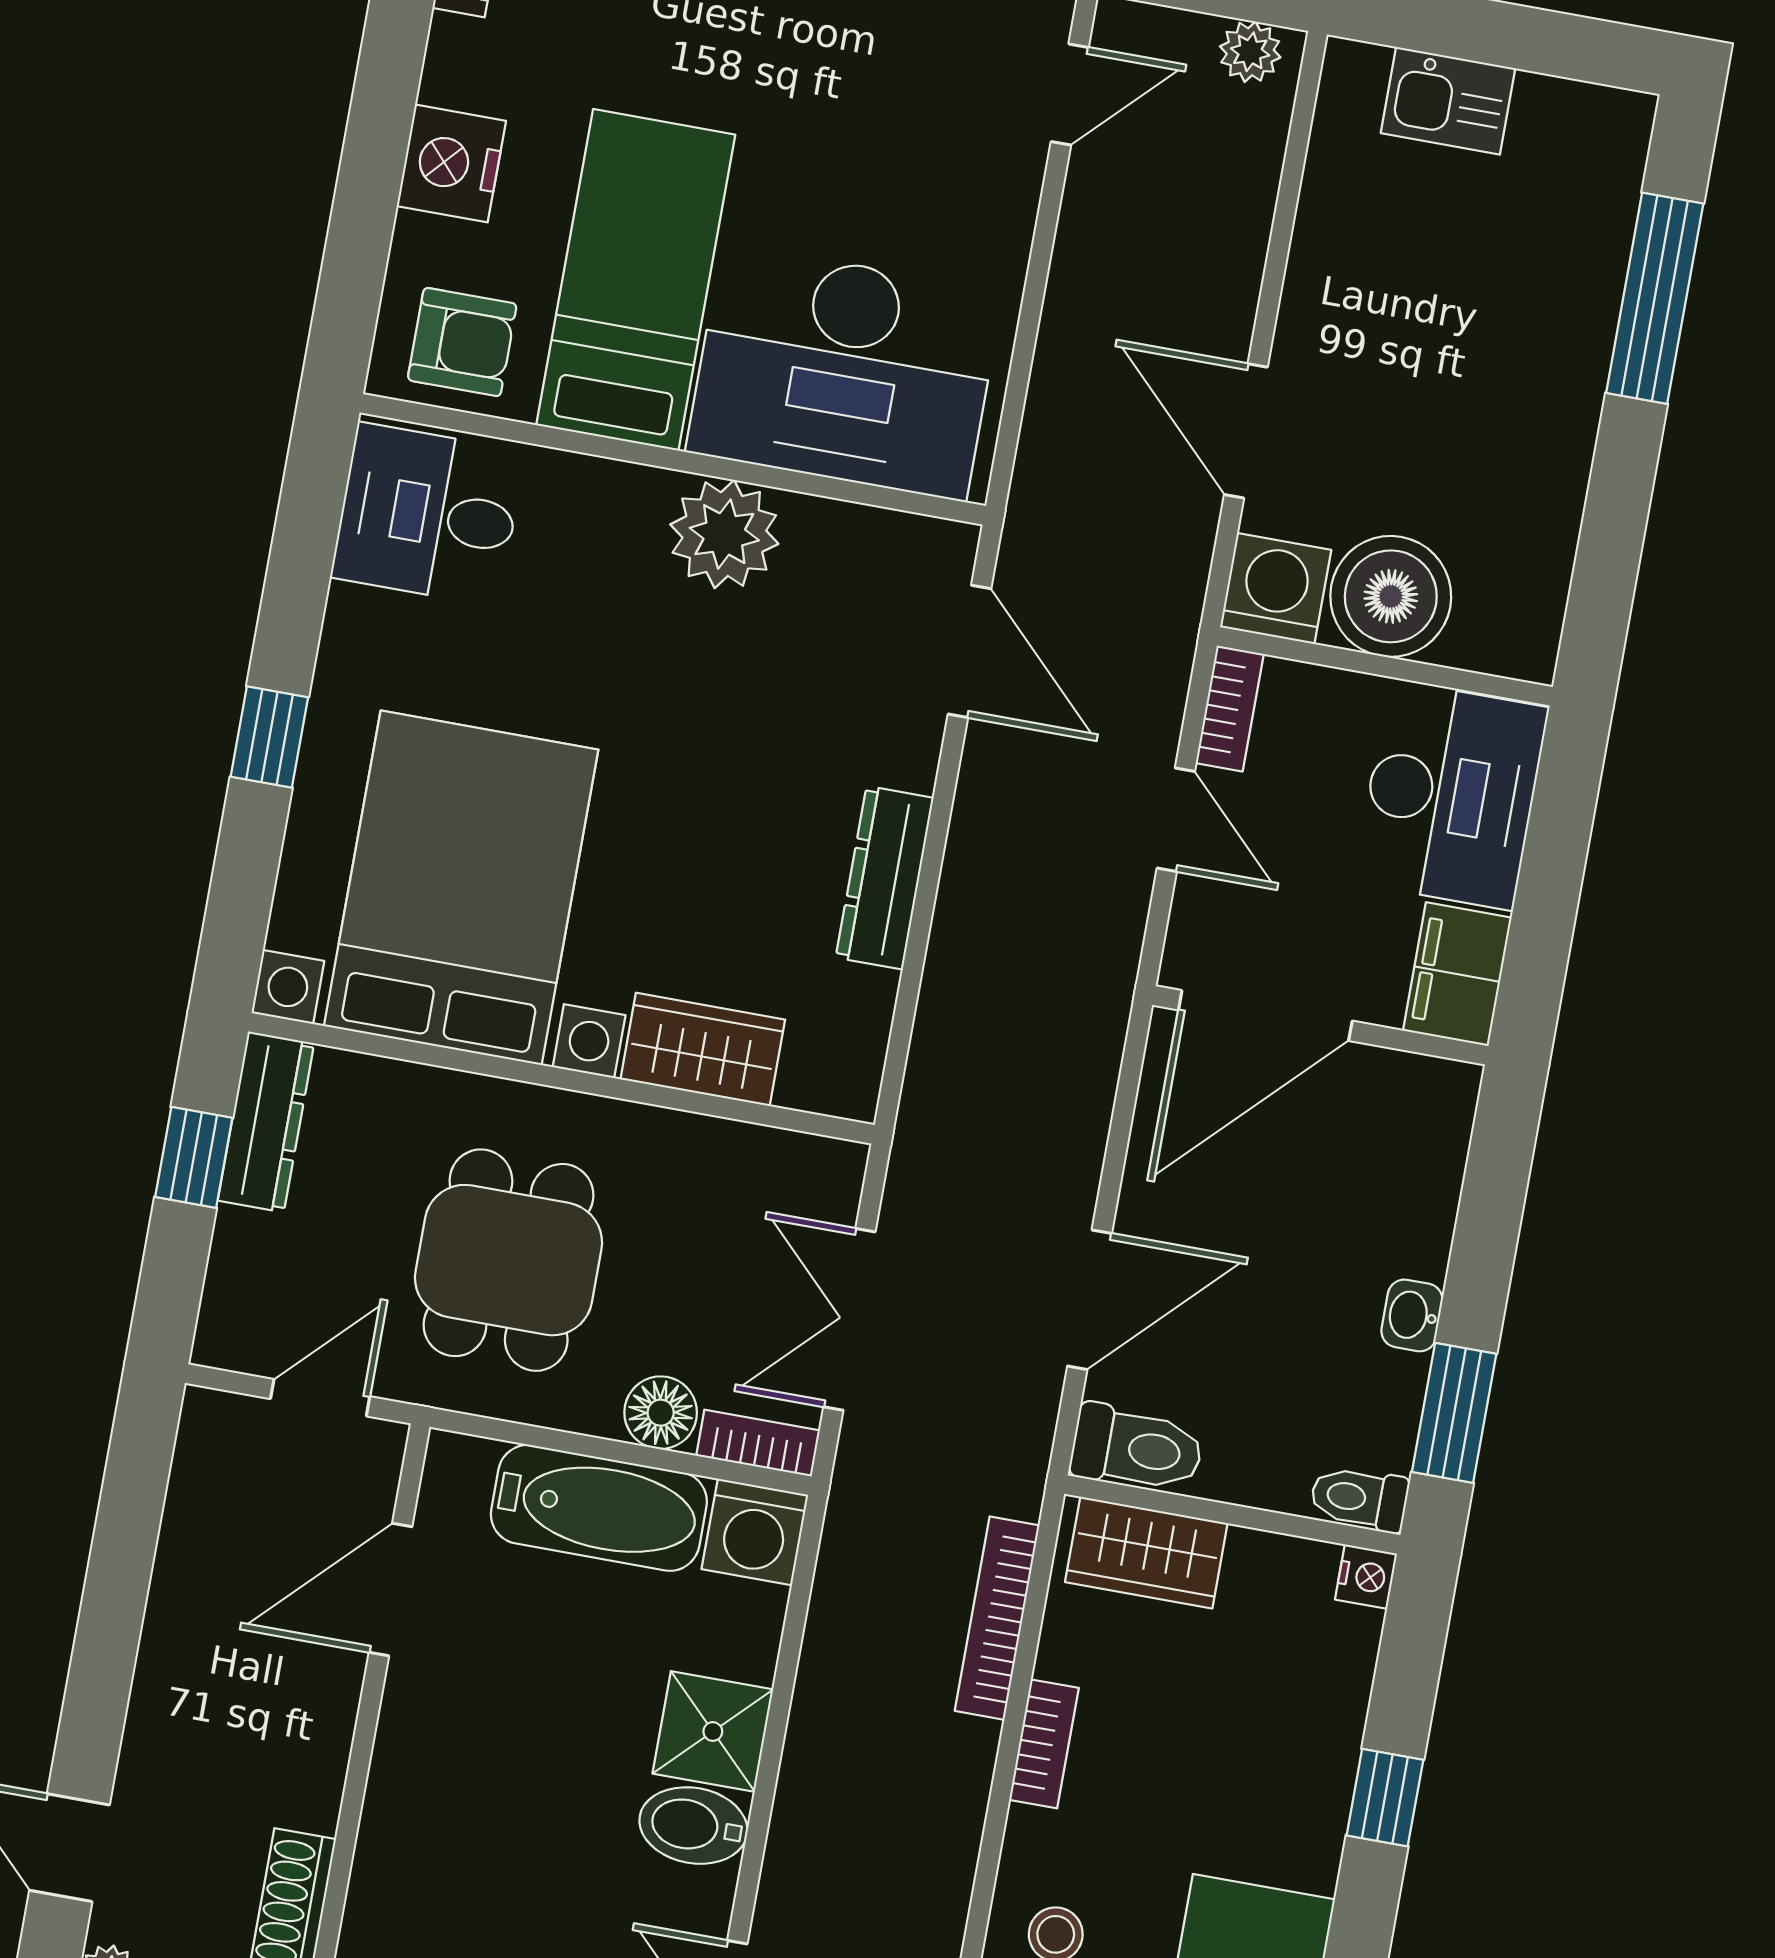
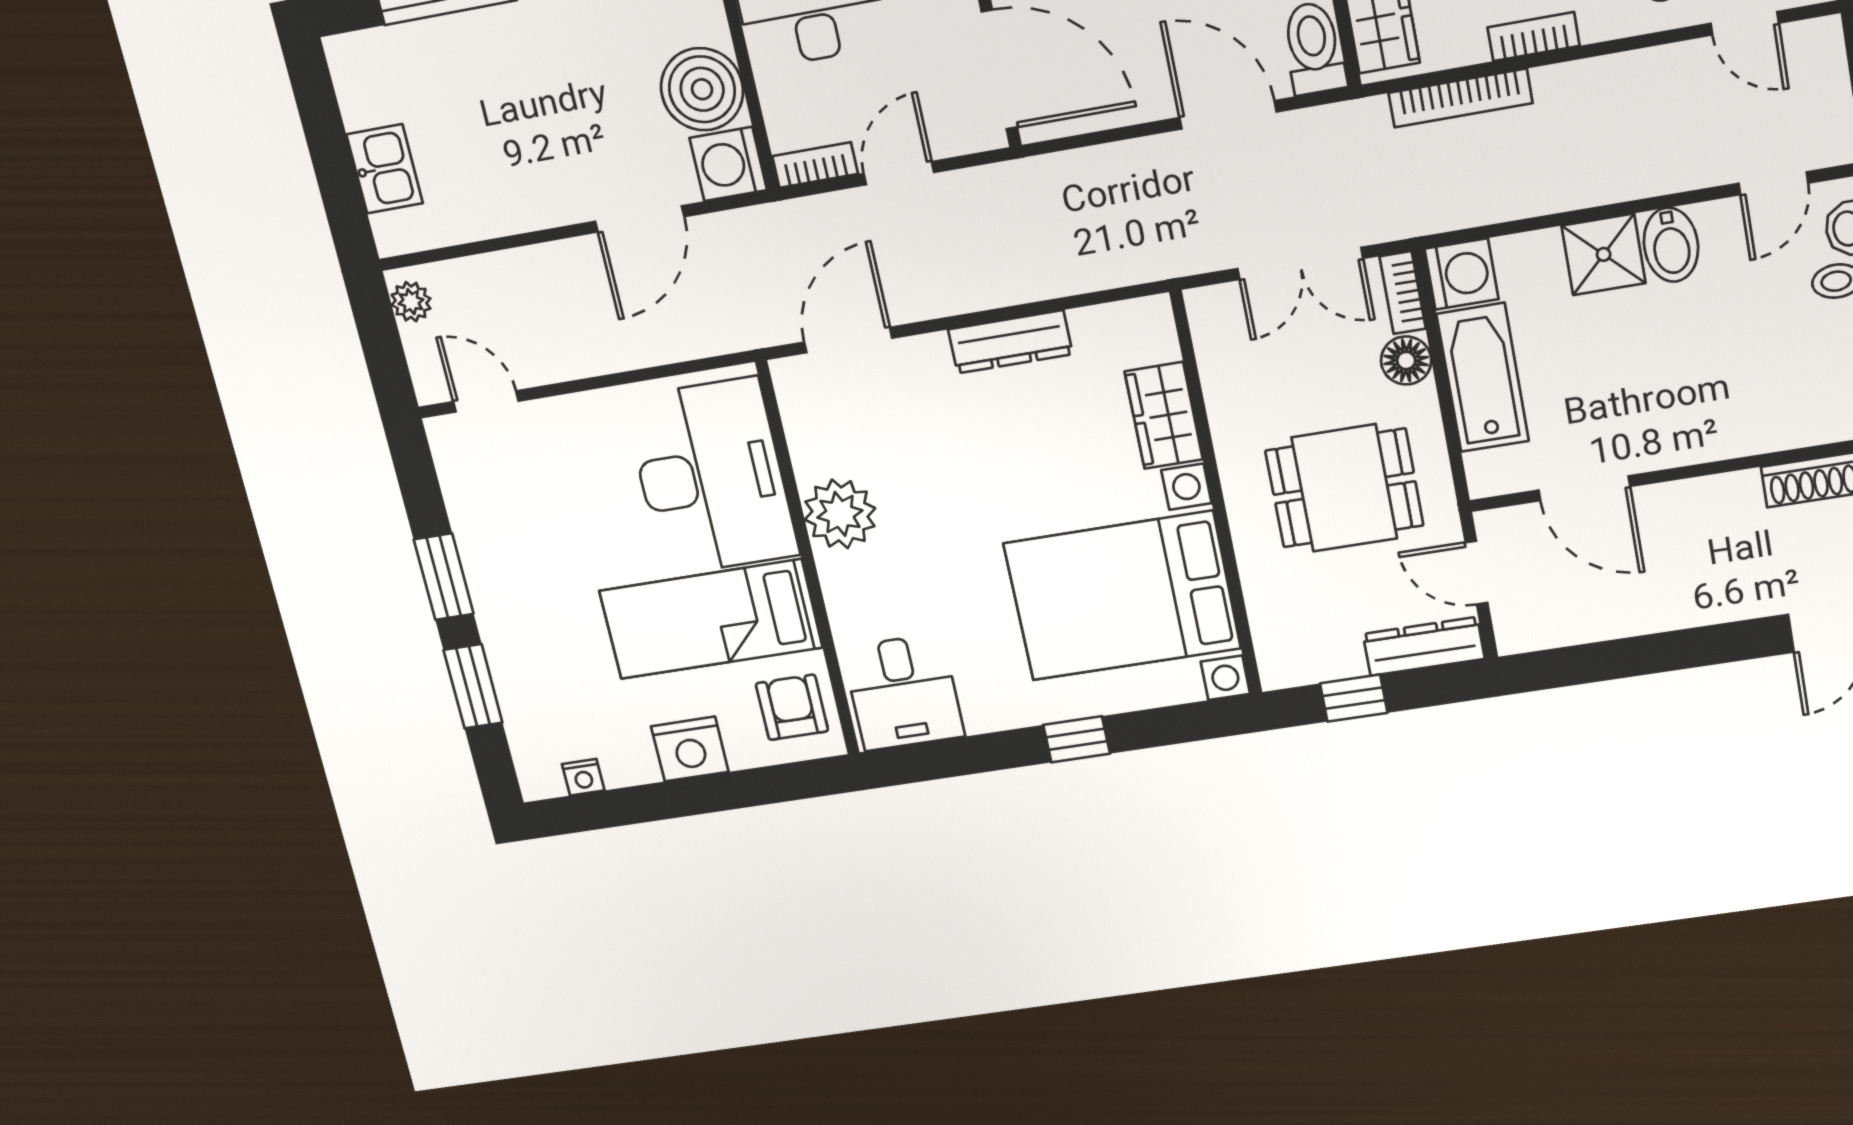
dresser: (266, 1122) -> (1424, 646), moved

